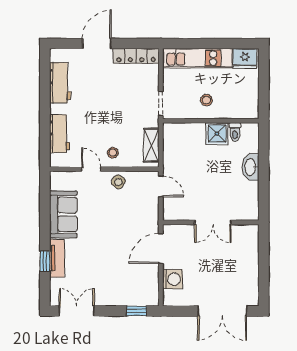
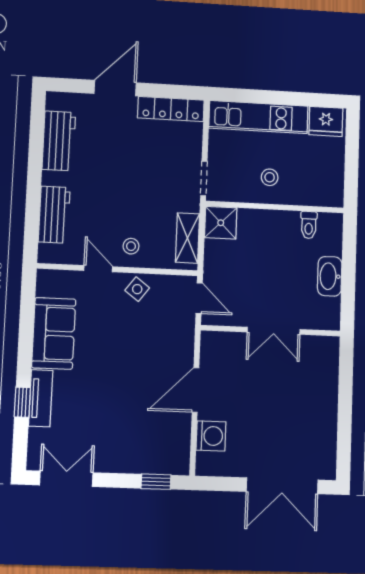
shower: (217, 134) -> (221, 223), moved
wall: (211, 222) -> (271, 331), moved
double door: (213, 222) -> (274, 331), moved

